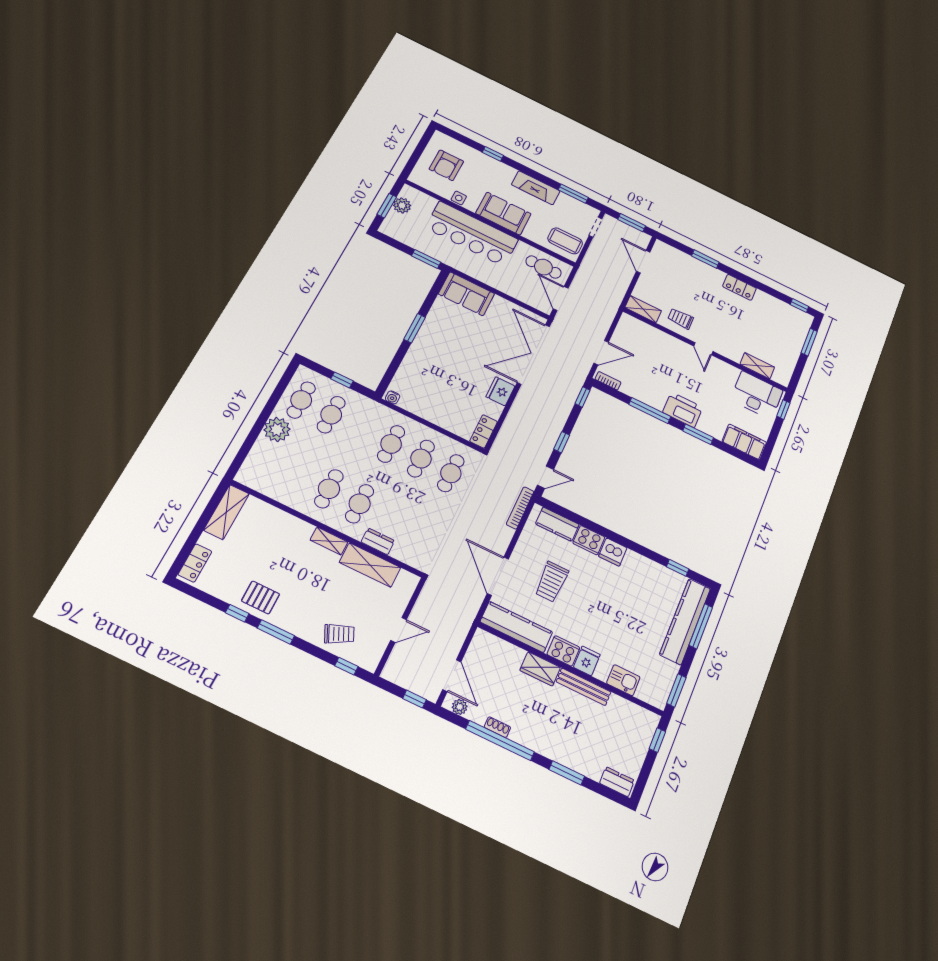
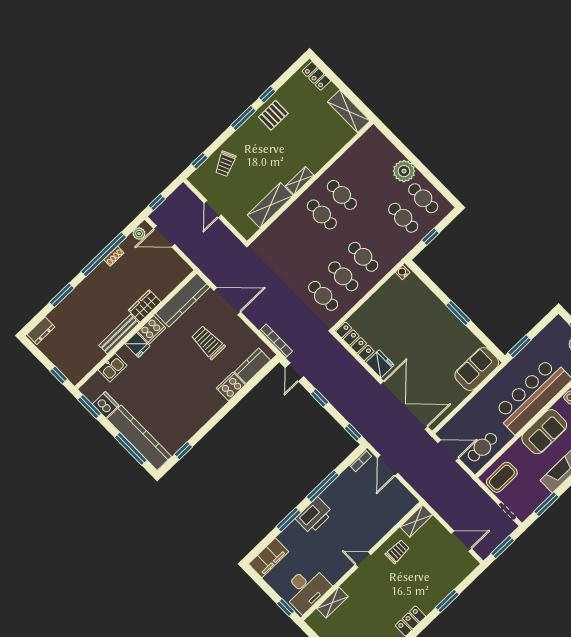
locker: (484, 431) -> (355, 341), width x1.53
dresser: (378, 541) -> (287, 218), removed
dishwasher: (613, 552) -> (106, 405), moved, turned 90

